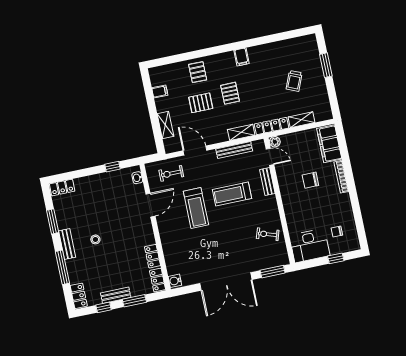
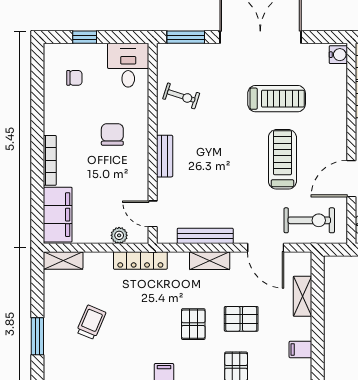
shelving: (302, 120) -> (63, 260), moved
shelving: (241, 132) -> (210, 261), moved
plant: (275, 142) -> (119, 235), moved
exercise bike: (171, 173) -> (309, 220), width x1.38, depth x1.39
chair: (310, 180) -> (112, 134), moved, turned -90
bench: (267, 182) -> (165, 156), moved
treadmill: (232, 194) -> (277, 99), moved
desk: (310, 246) -> (128, 65), width x0.73

